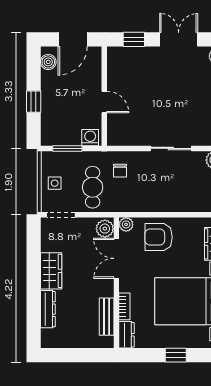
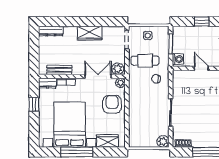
door: (104, 102) -> (201, 68), swing flipped
dresser: (48, 309) -> (51, 31), moved
window: (176, 355) -> (34, 104), moved

